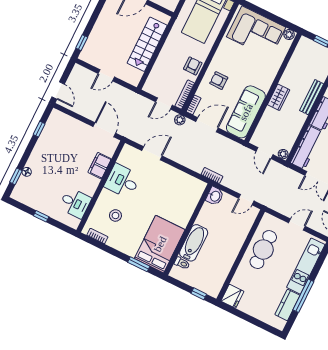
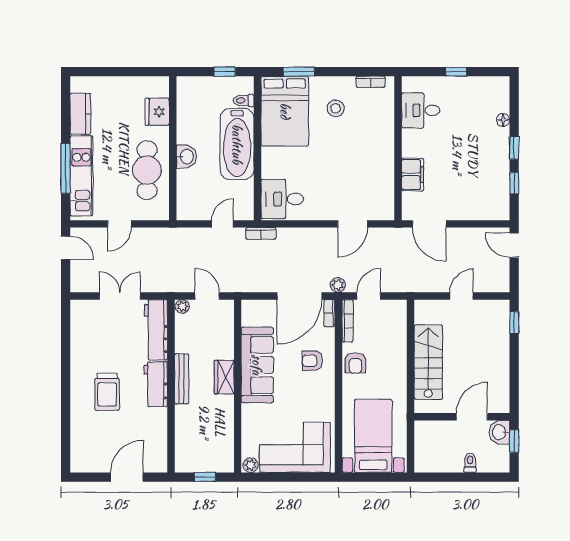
armchair: (219, 81) -> (312, 361), turned 180
bench: (312, 97) -> (182, 379), moved
sofa: (246, 112) -> (257, 365), moved
door: (207, 125) -> (299, 296), width x1.36
window: (16, 176) -> (514, 148), moved
desk: (122, 181) -> (282, 199), moved, turned 180
washbasin: (215, 196) -> (186, 157), moved, turned 180
door: (246, 200) -> (222, 224), moved
stool: (115, 215) -> (336, 108), moved
bathtub: (194, 243) -> (237, 144), width x1.36, depth x1.36
window: (199, 294) -> (225, 72), moved
fridge: (232, 296) -> (157, 112), moved
window: (303, 296) -> (66, 168), moved

